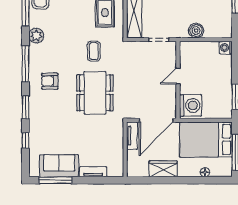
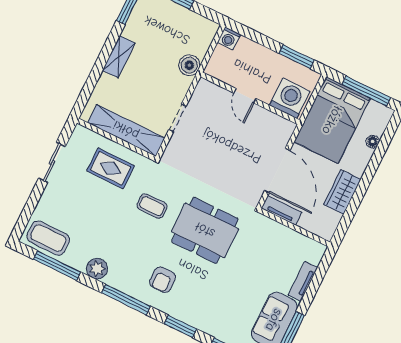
door: (178, 76) -> (245, 96), moved
wall: (178, 80) -> (250, 98), moved
washing machine: (191, 105) -> (290, 98), moved

